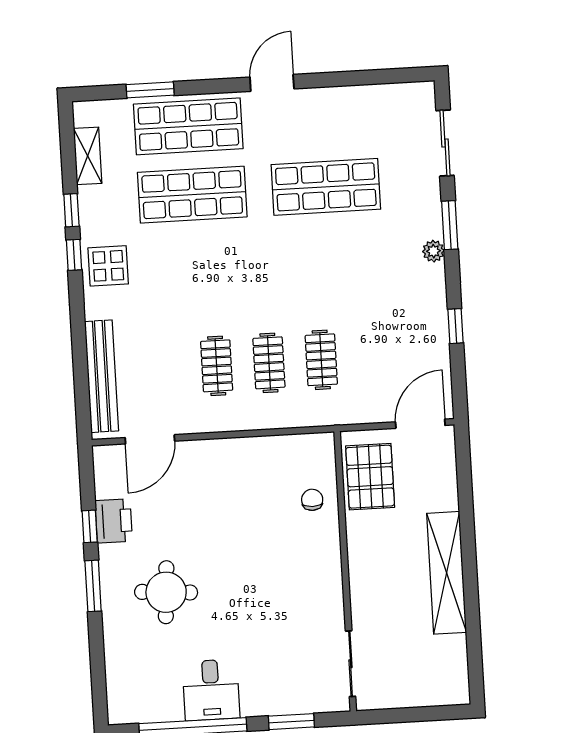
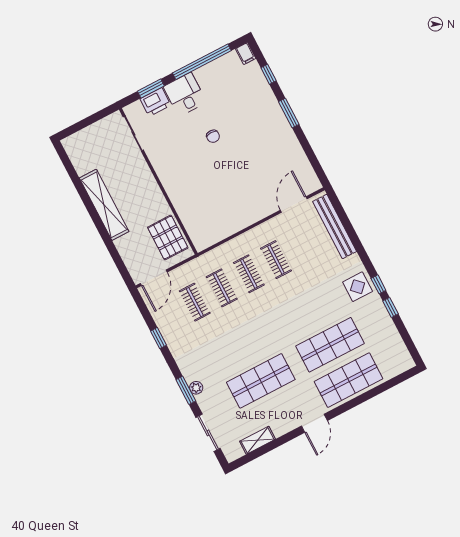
window: (150, 90) -> (378, 390), removed
shelving: (88, 156) -> (258, 440), moved, turned 90
plant: (433, 251) -> (196, 388), moved
clothes rail: (374, 357) -> (195, 302), added
chair: (312, 500) -> (213, 136), moved
printer: (114, 521) -> (155, 102), moved, turned -90
window: (90, 526) -> (269, 74), moved
round table: (166, 592) -> (248, 127), removed
desk: (211, 690) -> (185, 94), moved
filing cabinet: (119, 709) -> (246, 54), added

